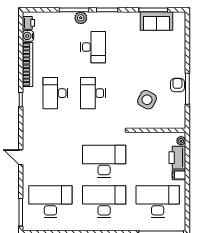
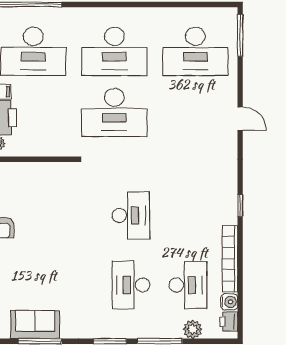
plant: (81, 18) -> (193, 329), moved
desk: (55, 93) -> (188, 285), moved
side table: (147, 100) -> (49, 205), removed

